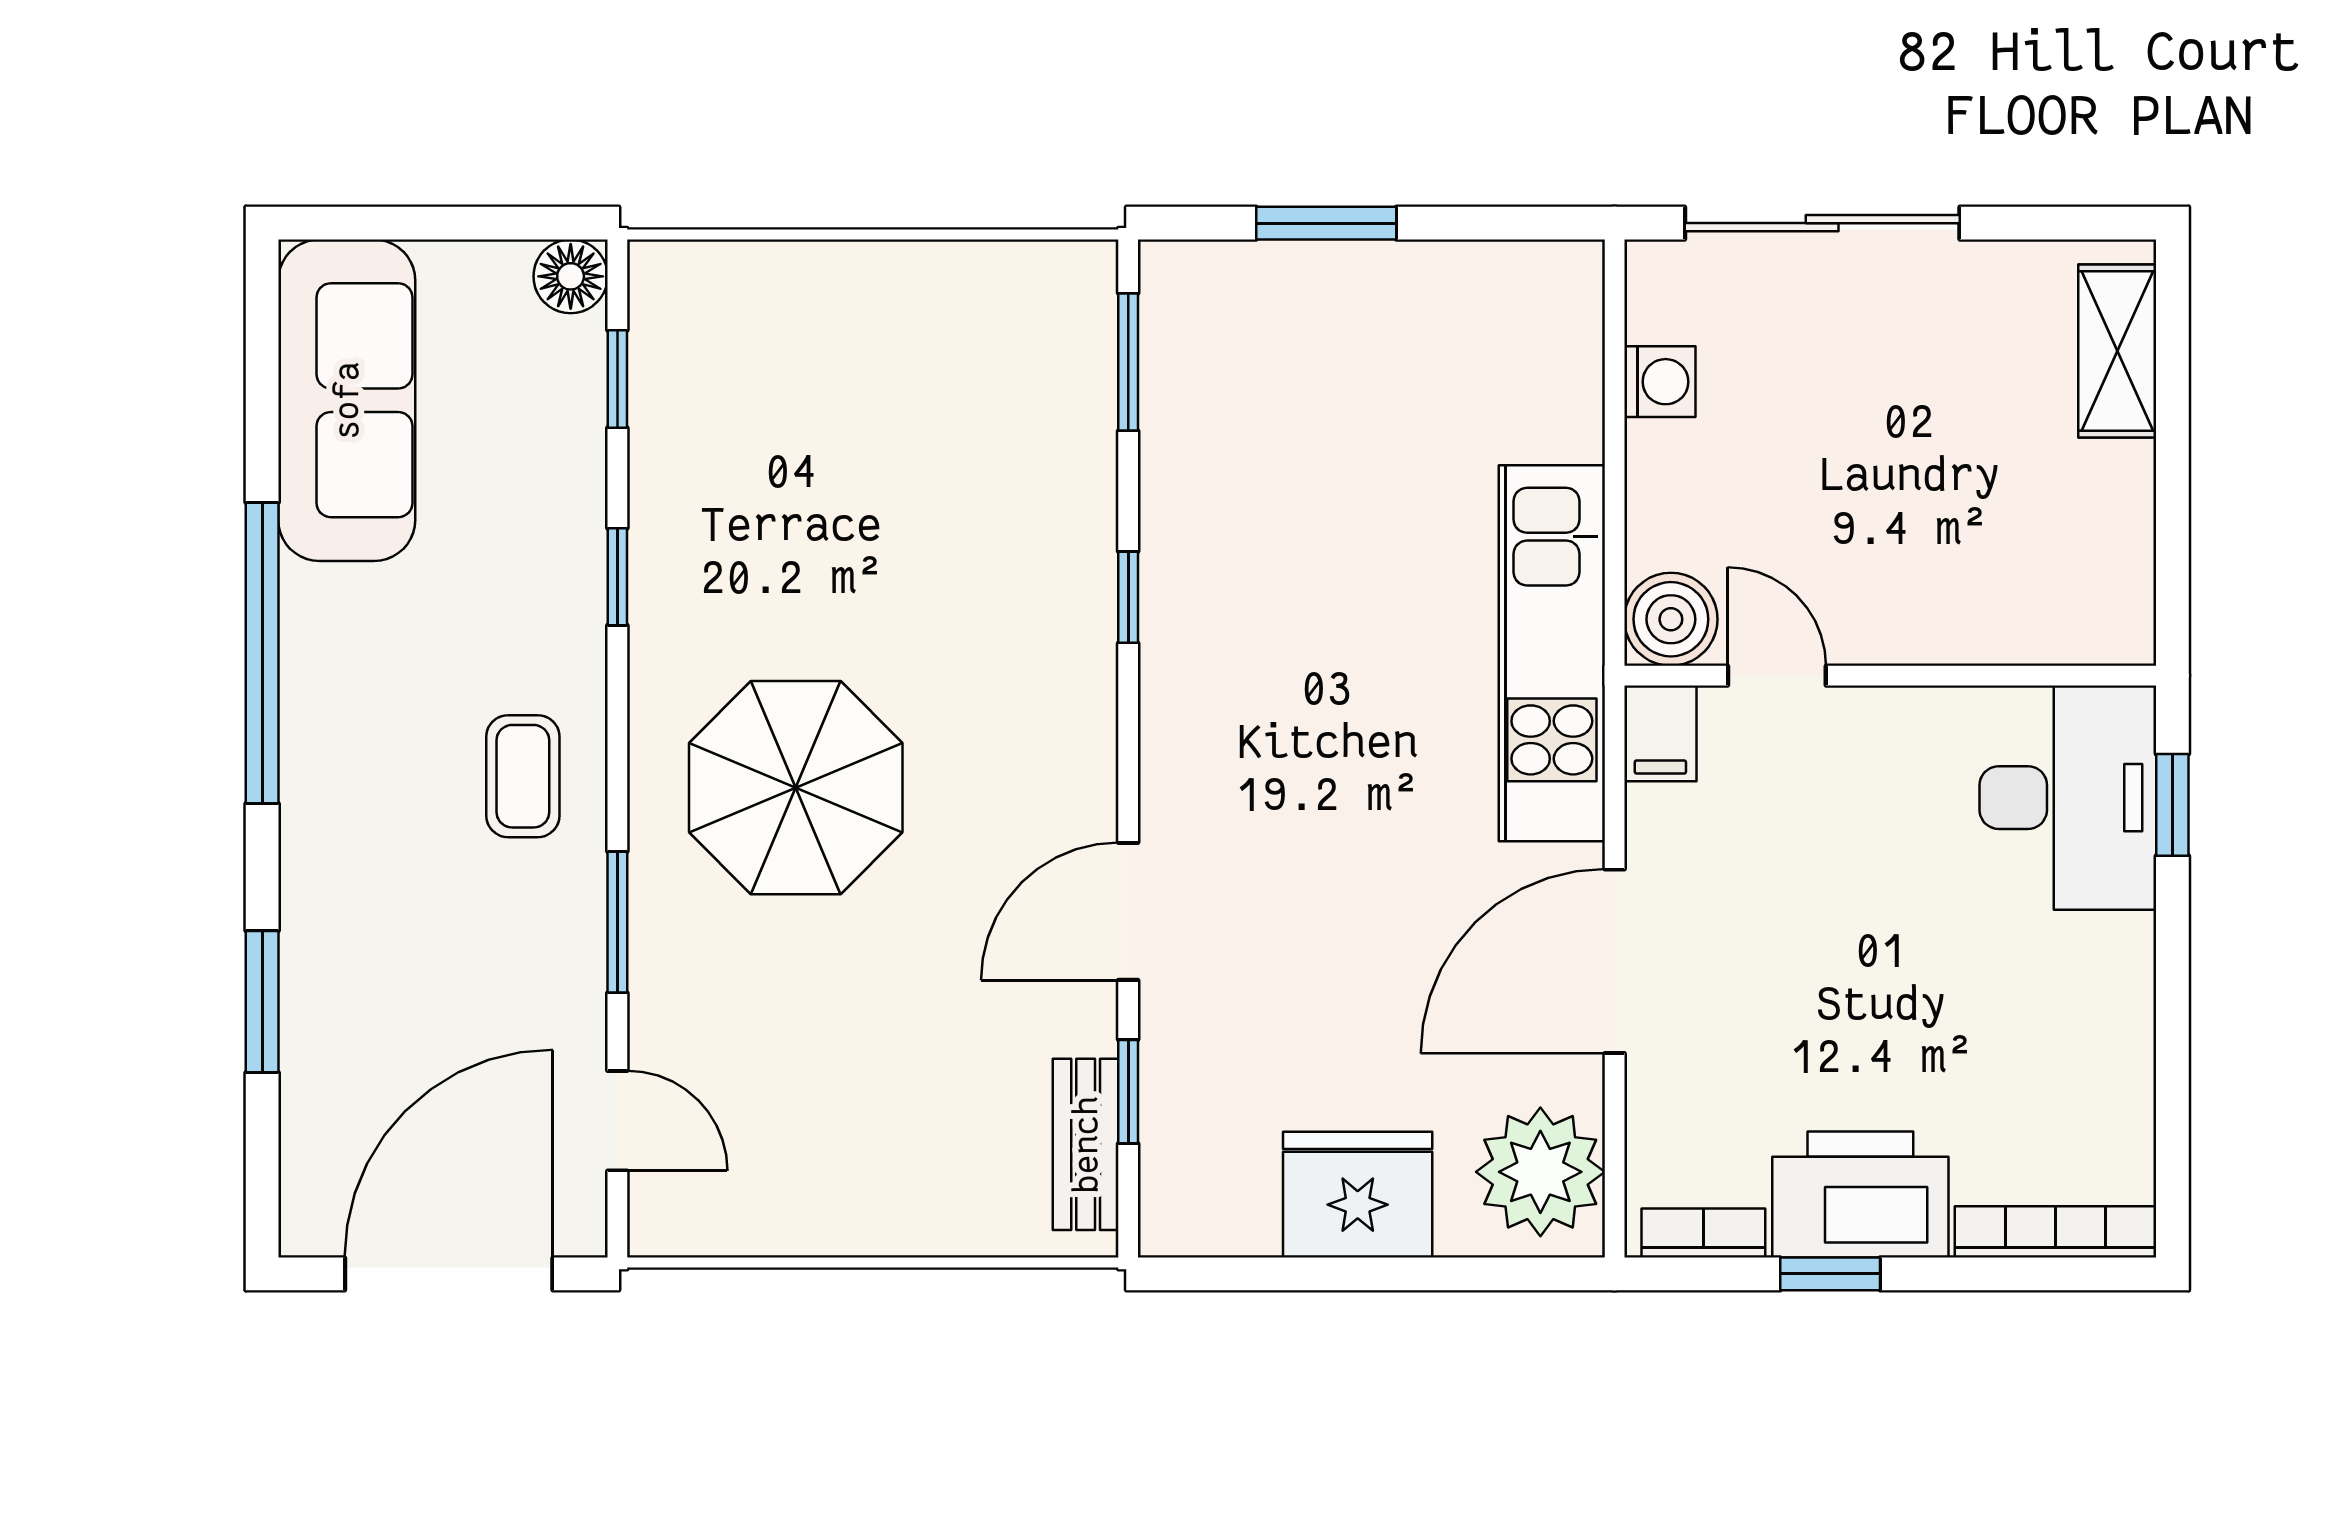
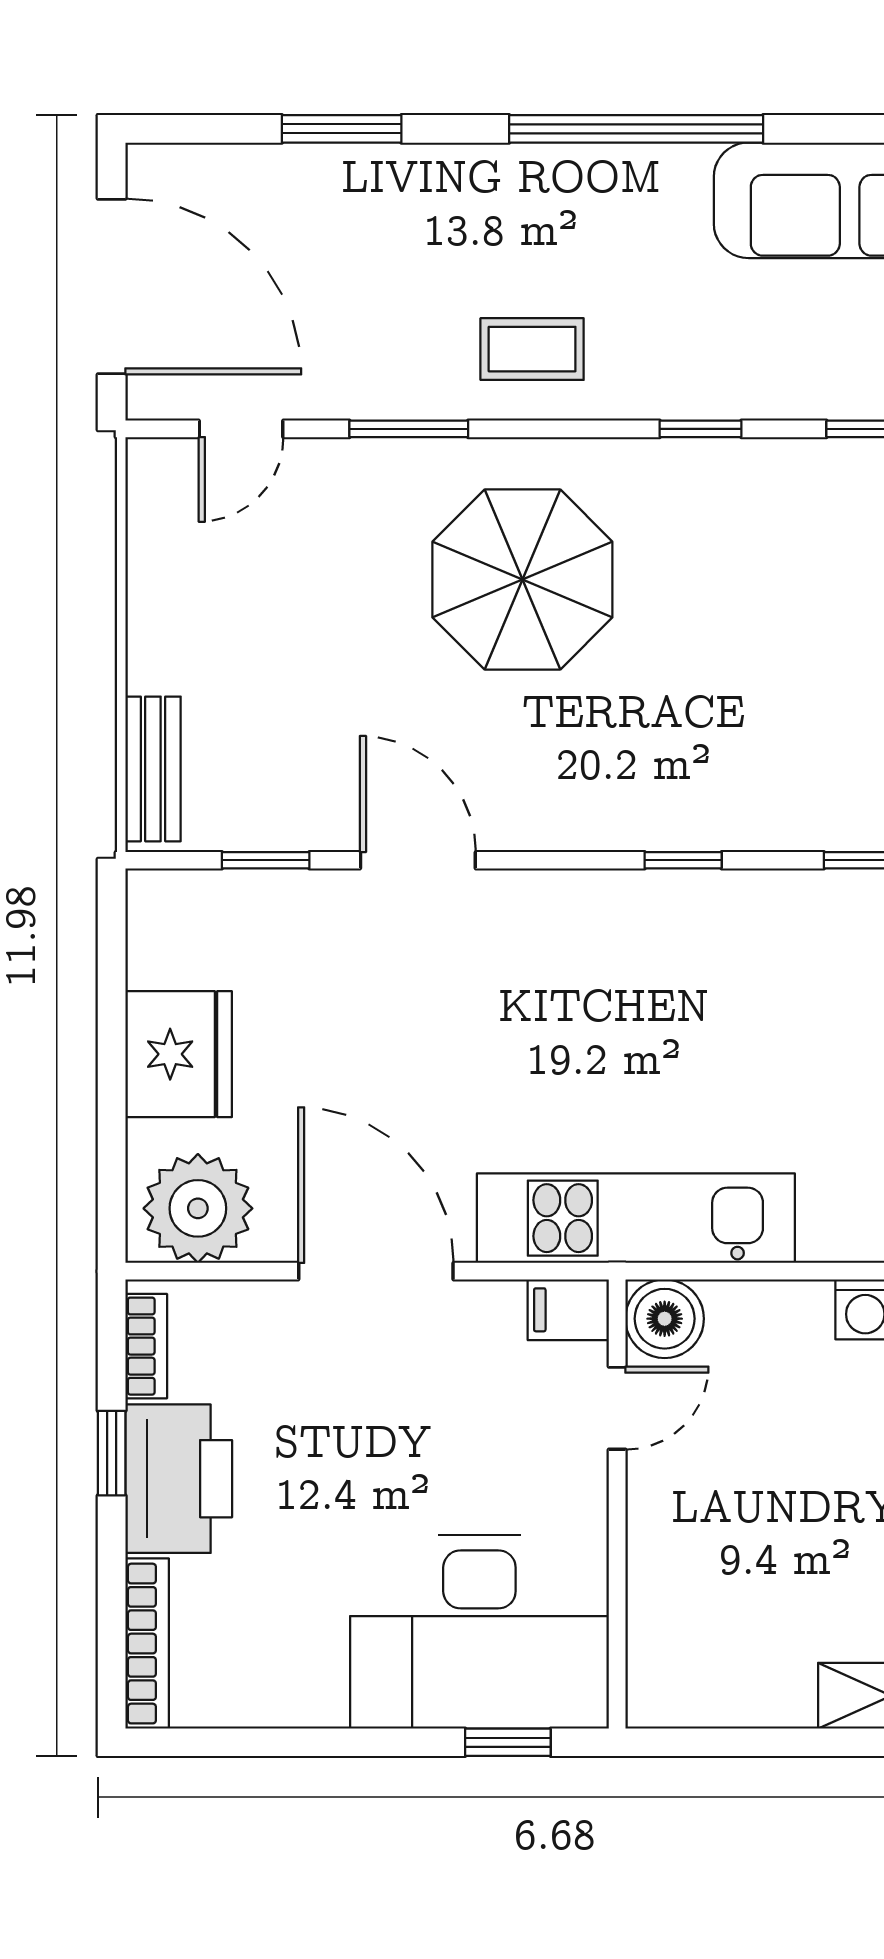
desk: (2068, 798) -> (479, 1632), width x1.36, depth x1.30
bench: (1086, 1144) -> (153, 769), moved, turned 90

